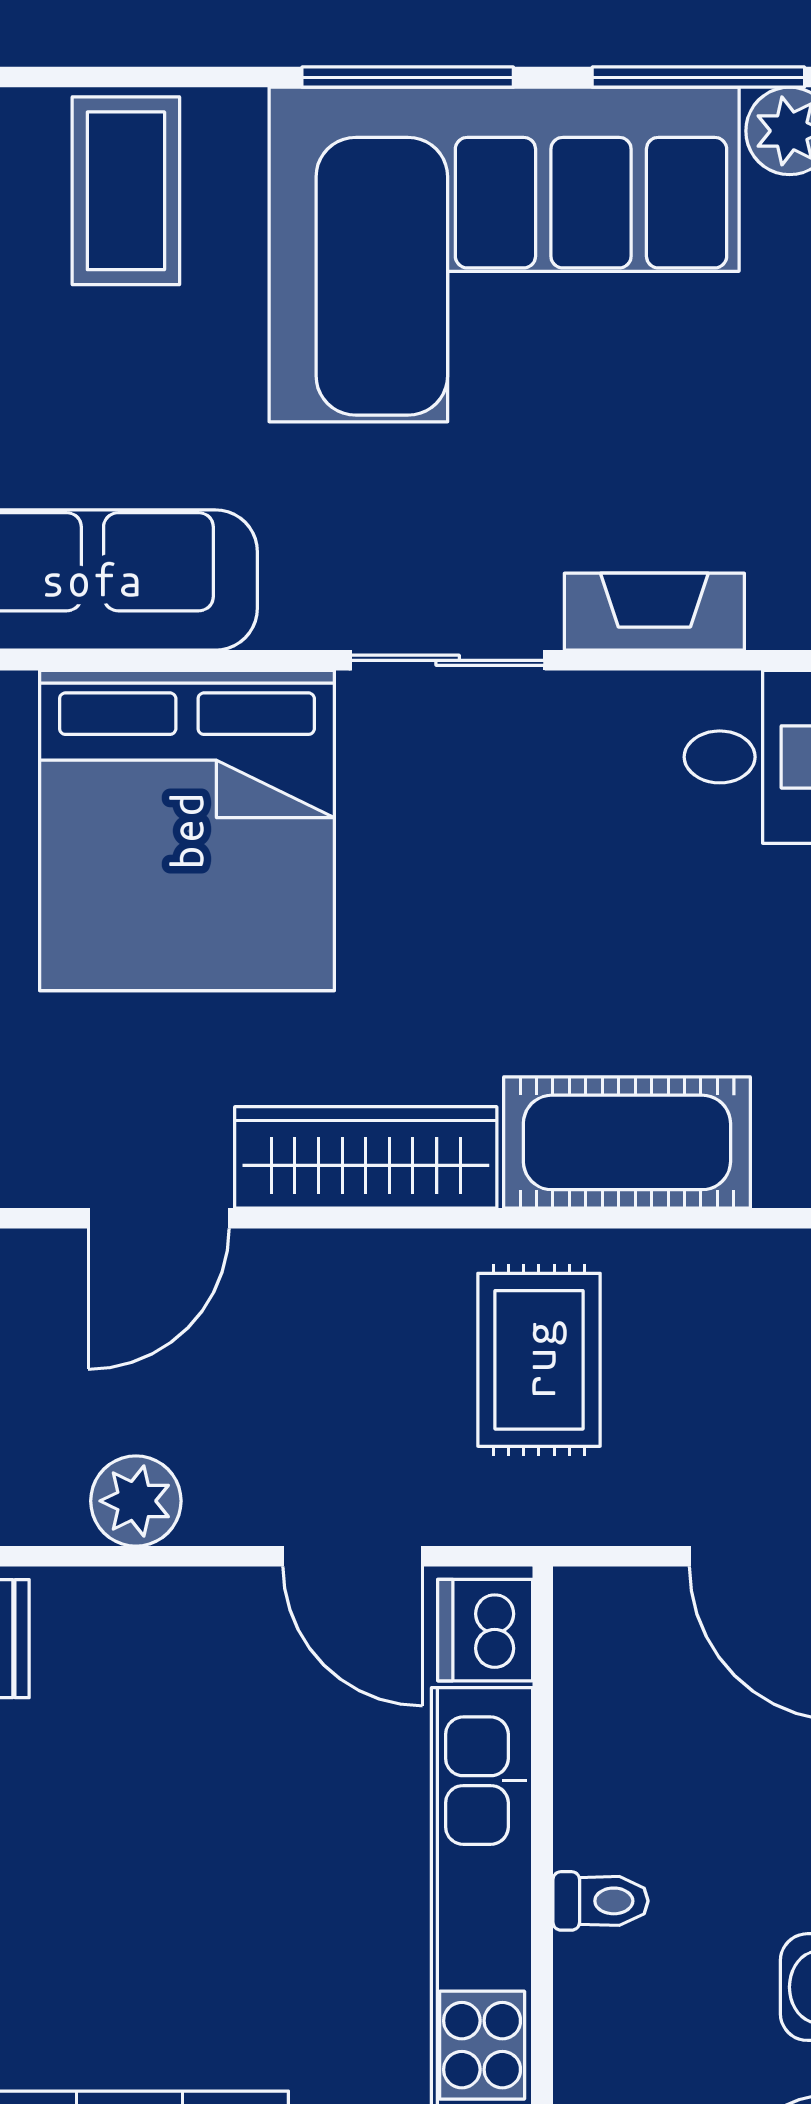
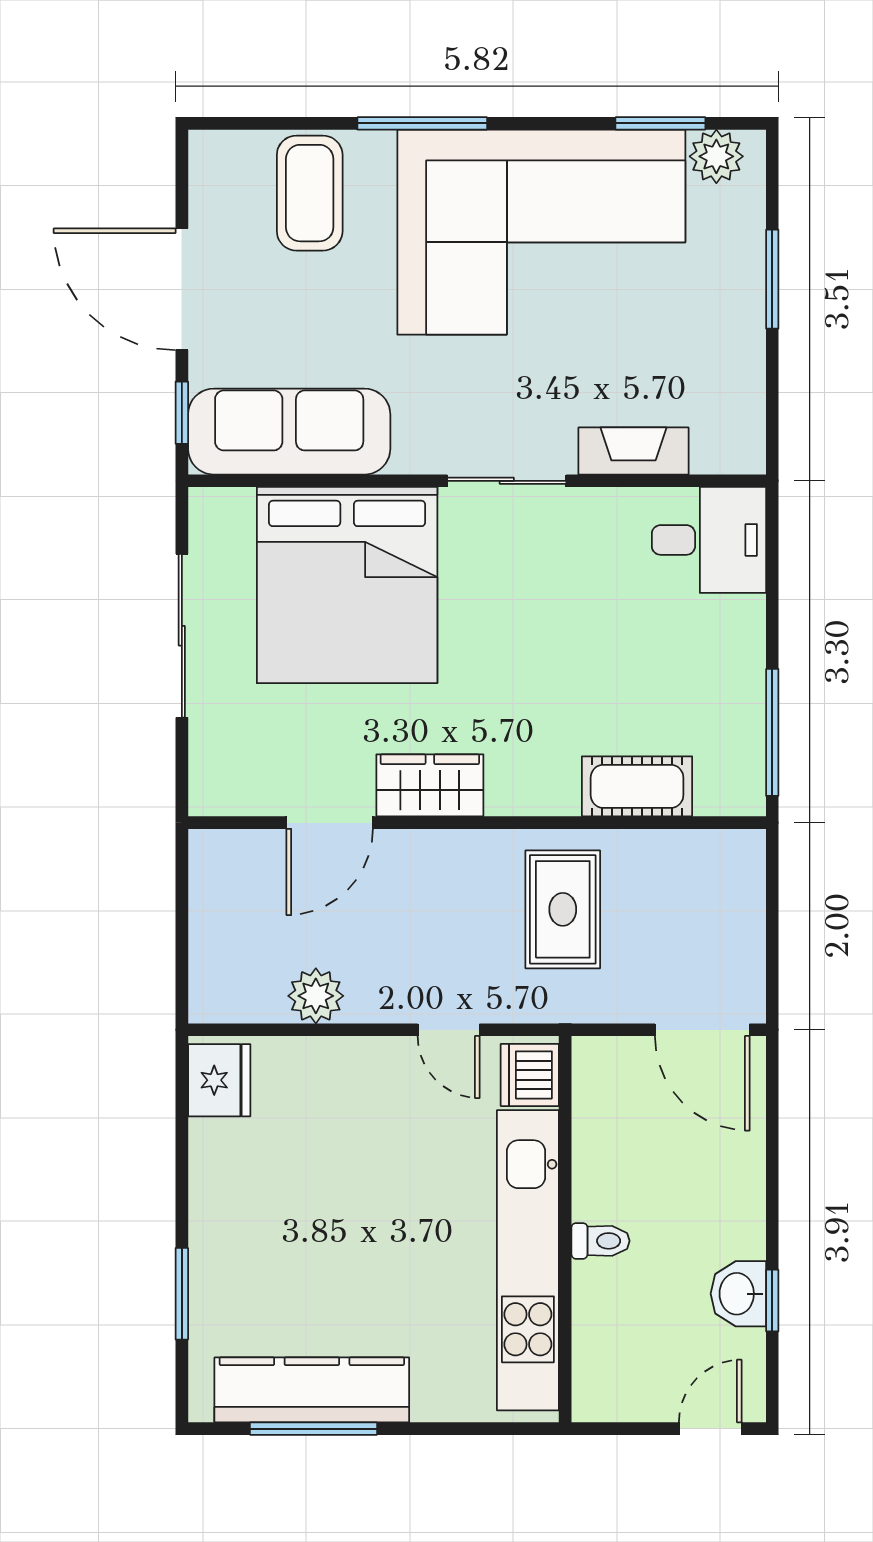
window: (408, 77) -> (422, 123), moved
window: (698, 77) -> (660, 123), width x0.69
cot: (627, 1142) -> (637, 786), width x0.73, depth x0.75
wardrobe: (366, 1157) -> (430, 785), width x0.67
door: (353, 1556) -> (449, 1030), width x0.73

